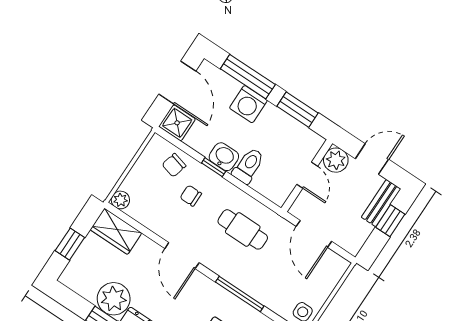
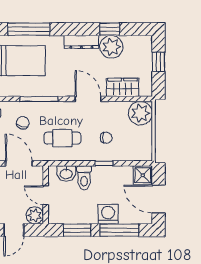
washbasin: (224, 157) -> (66, 174), moved
chair: (174, 165) -> (23, 123), moved
plant: (120, 200) -> (140, 113), width x1.87, depth x1.87
wardrobe: (116, 231) -> (123, 87), moved

